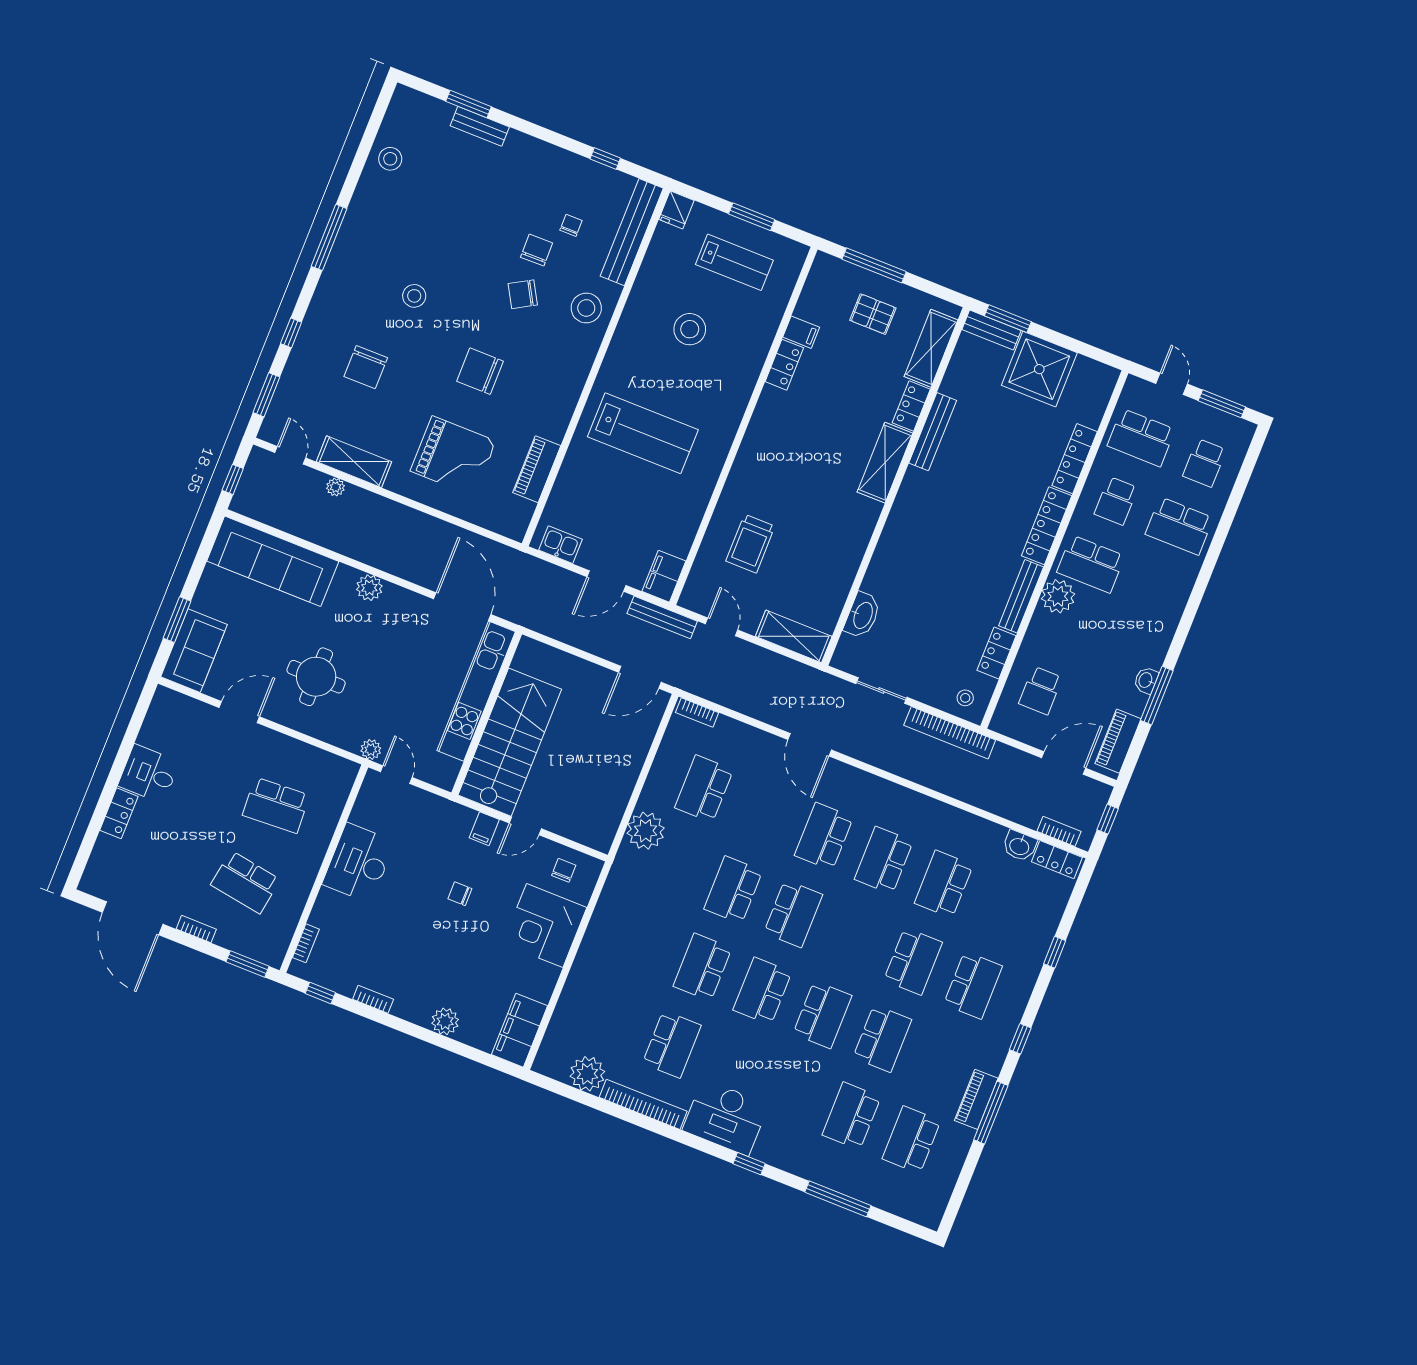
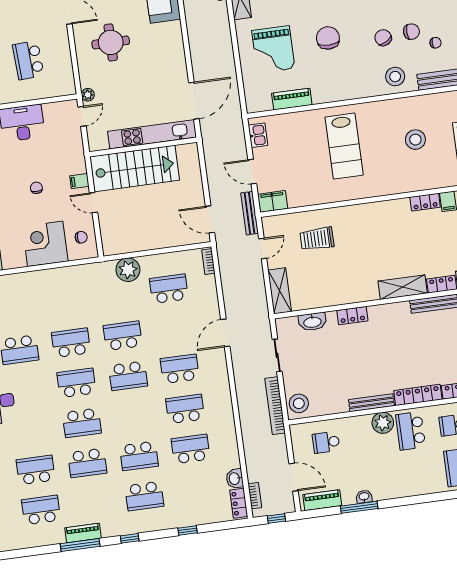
plant: (369, 588) -> (176, 44), removed
locker: (997, 653) -> (352, 316), moved, turned 180
stool: (965, 698) -> (299, 403), width x1.89, depth x1.89

